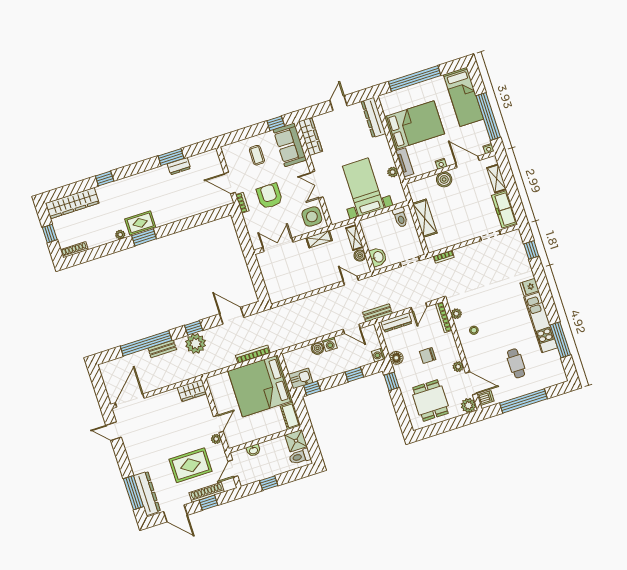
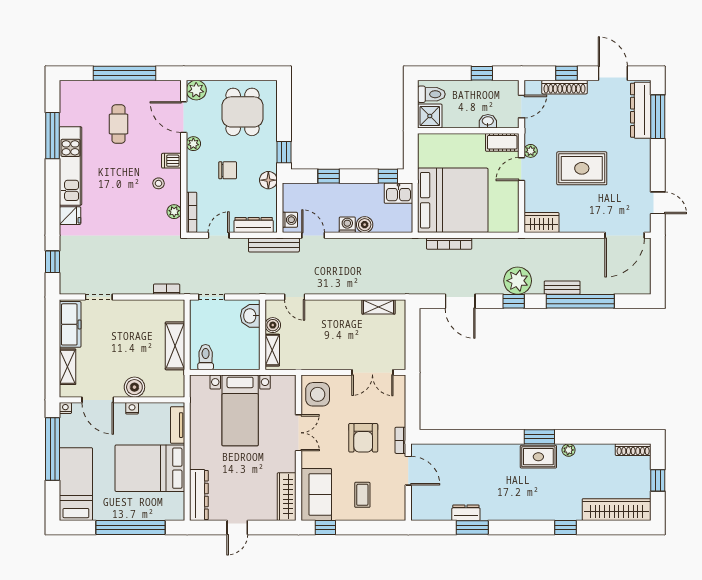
plant: (393, 172) -> (197, 418), removed
shelving: (319, 239) -> (379, 307), moved
bench: (377, 313) -> (274, 245), width x1.36
washing machine: (379, 355) -> (290, 220), moved
dishwasher: (486, 398) -> (171, 161), moved
cot: (290, 416) -> (502, 142), moved, turned 90
rug: (191, 465) -> (582, 168), moved

